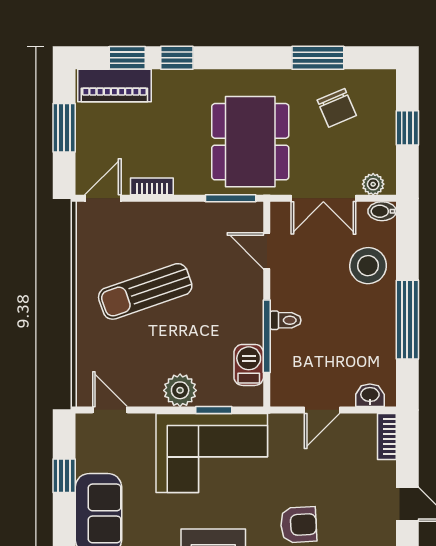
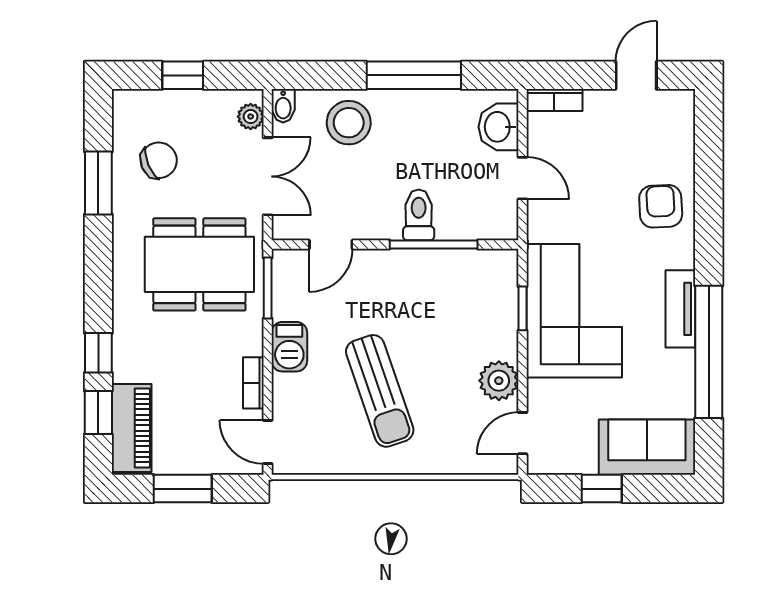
toilet: (285, 320) -> (419, 215), width x1.37, depth x1.39
barbecue: (249, 365) -> (289, 347), moved, turned -90
plant: (180, 390) -> (499, 381), moved
washbasin: (370, 395) -> (499, 127), width x1.38, depth x1.45

